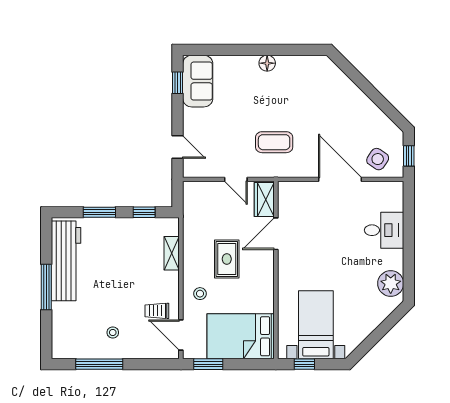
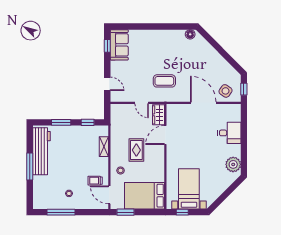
floor lamp: (267, 63) -> (190, 34), moved

